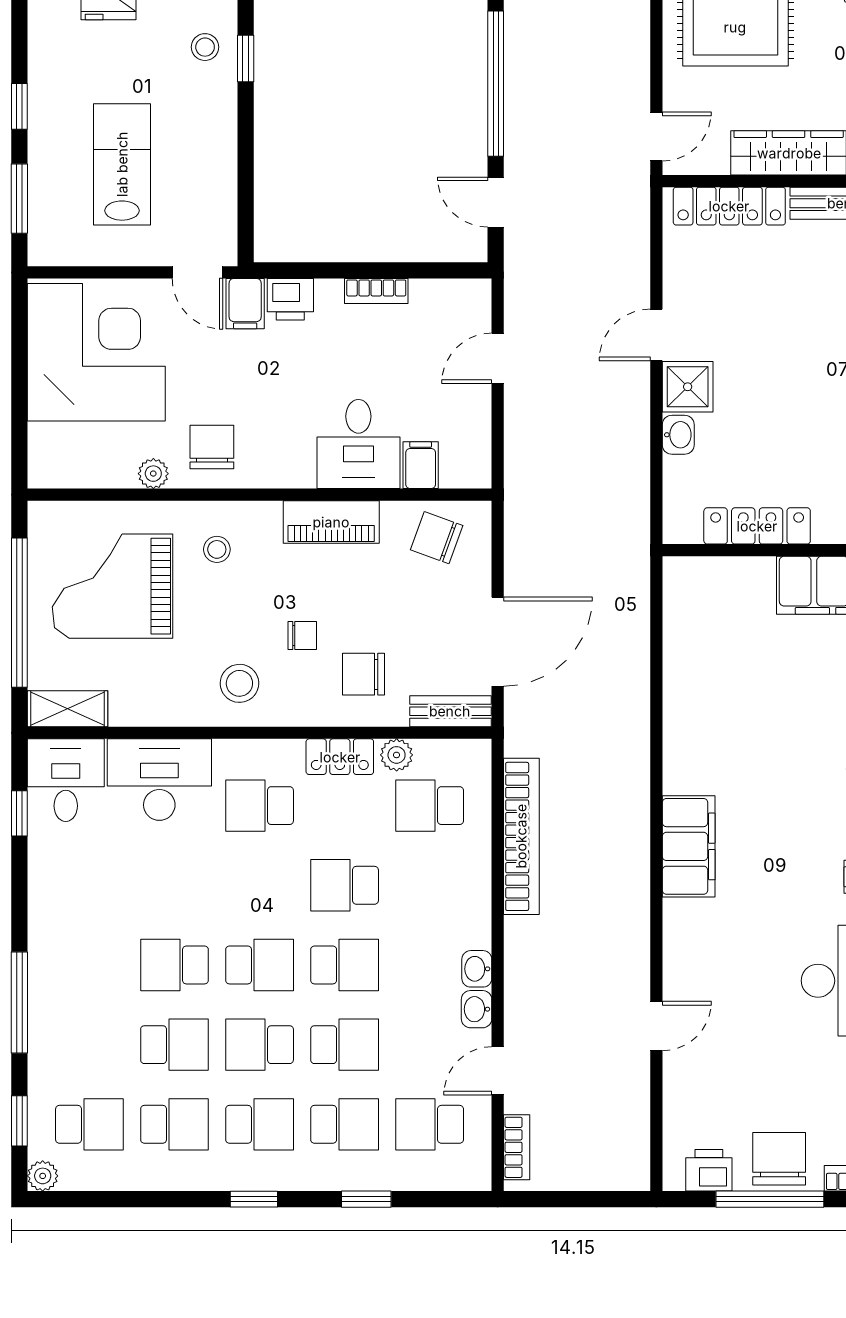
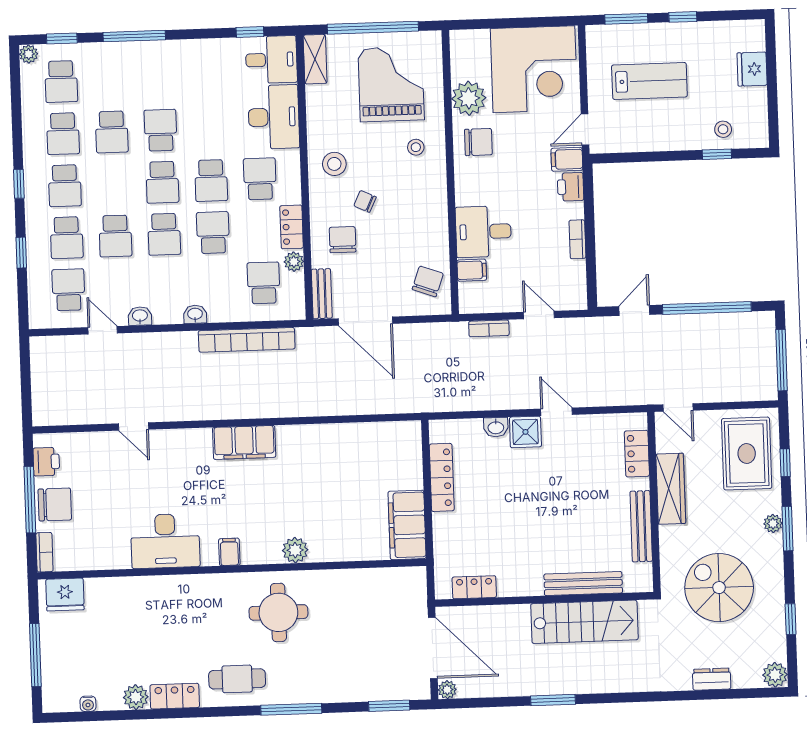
locker: (729, 206) -> (637, 454), width x0.66
plant: (153, 474) -> (469, 98), width x1.88, depth x1.88
piano: (331, 522) -> (435, 217), removed
chair: (302, 635) -> (365, 201), turned 115
washbasin: (477, 969) -> (195, 314), moved
school desk: (260, 1045) -> (211, 181), moved, turned 180
bookcase: (517, 1147) -> (489, 328), moved

